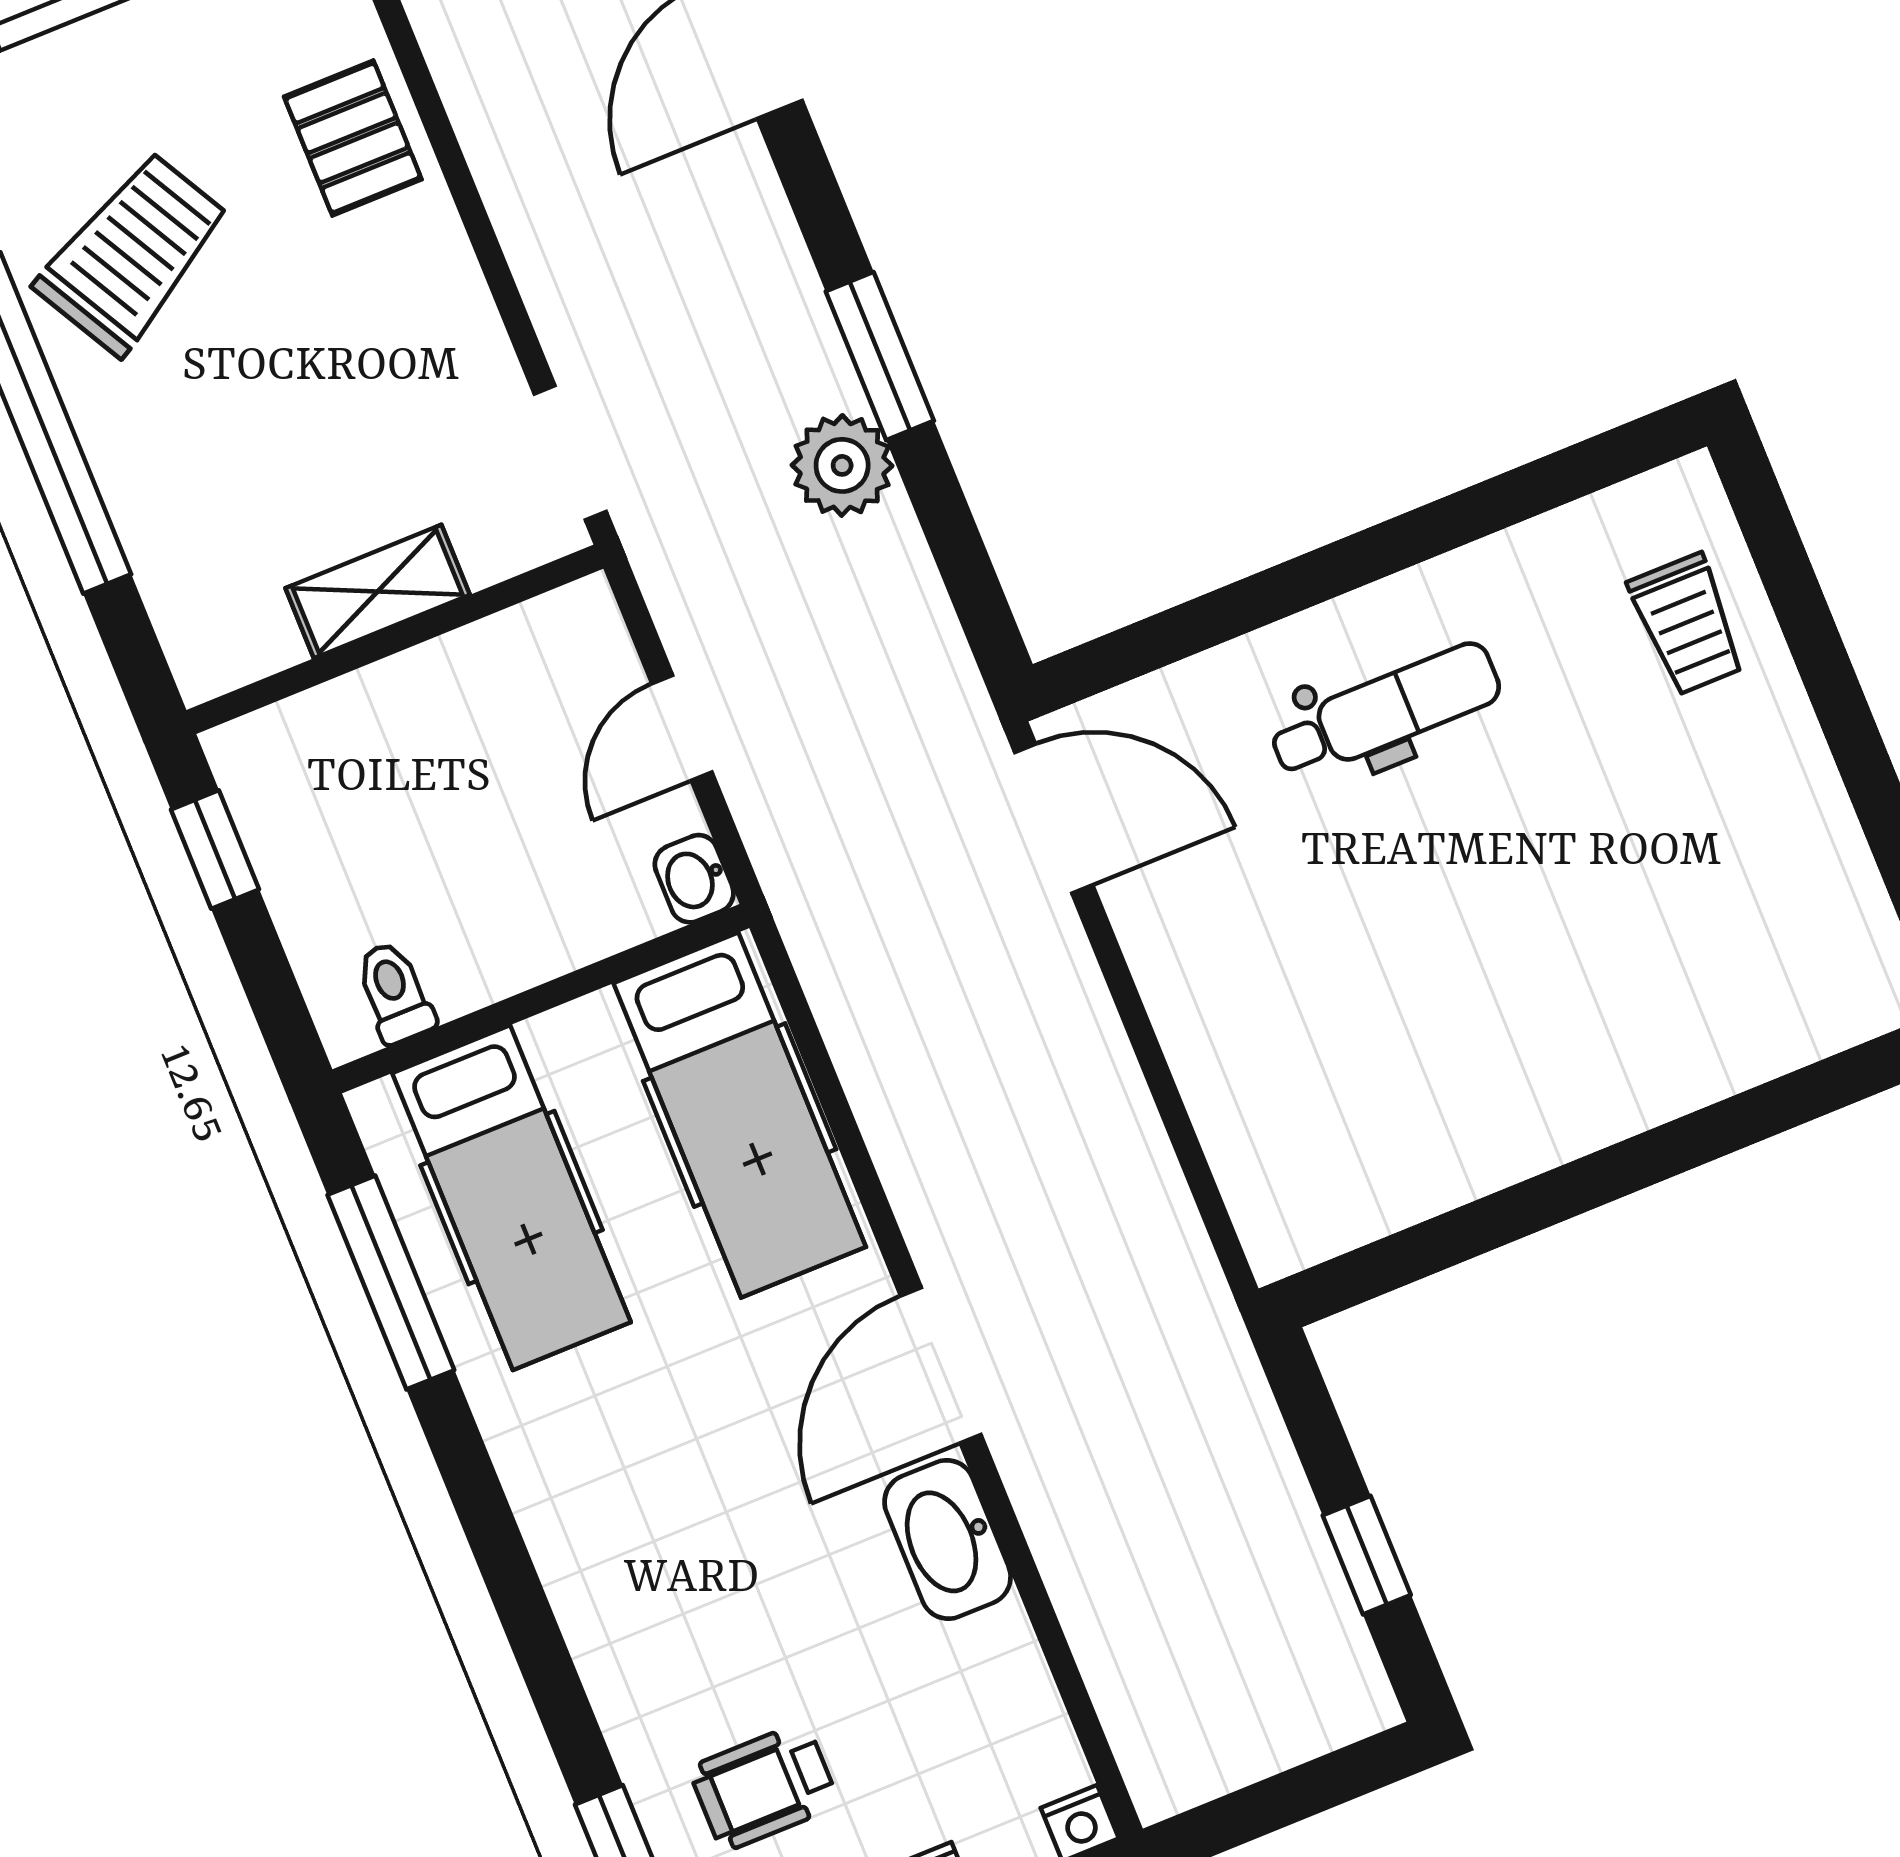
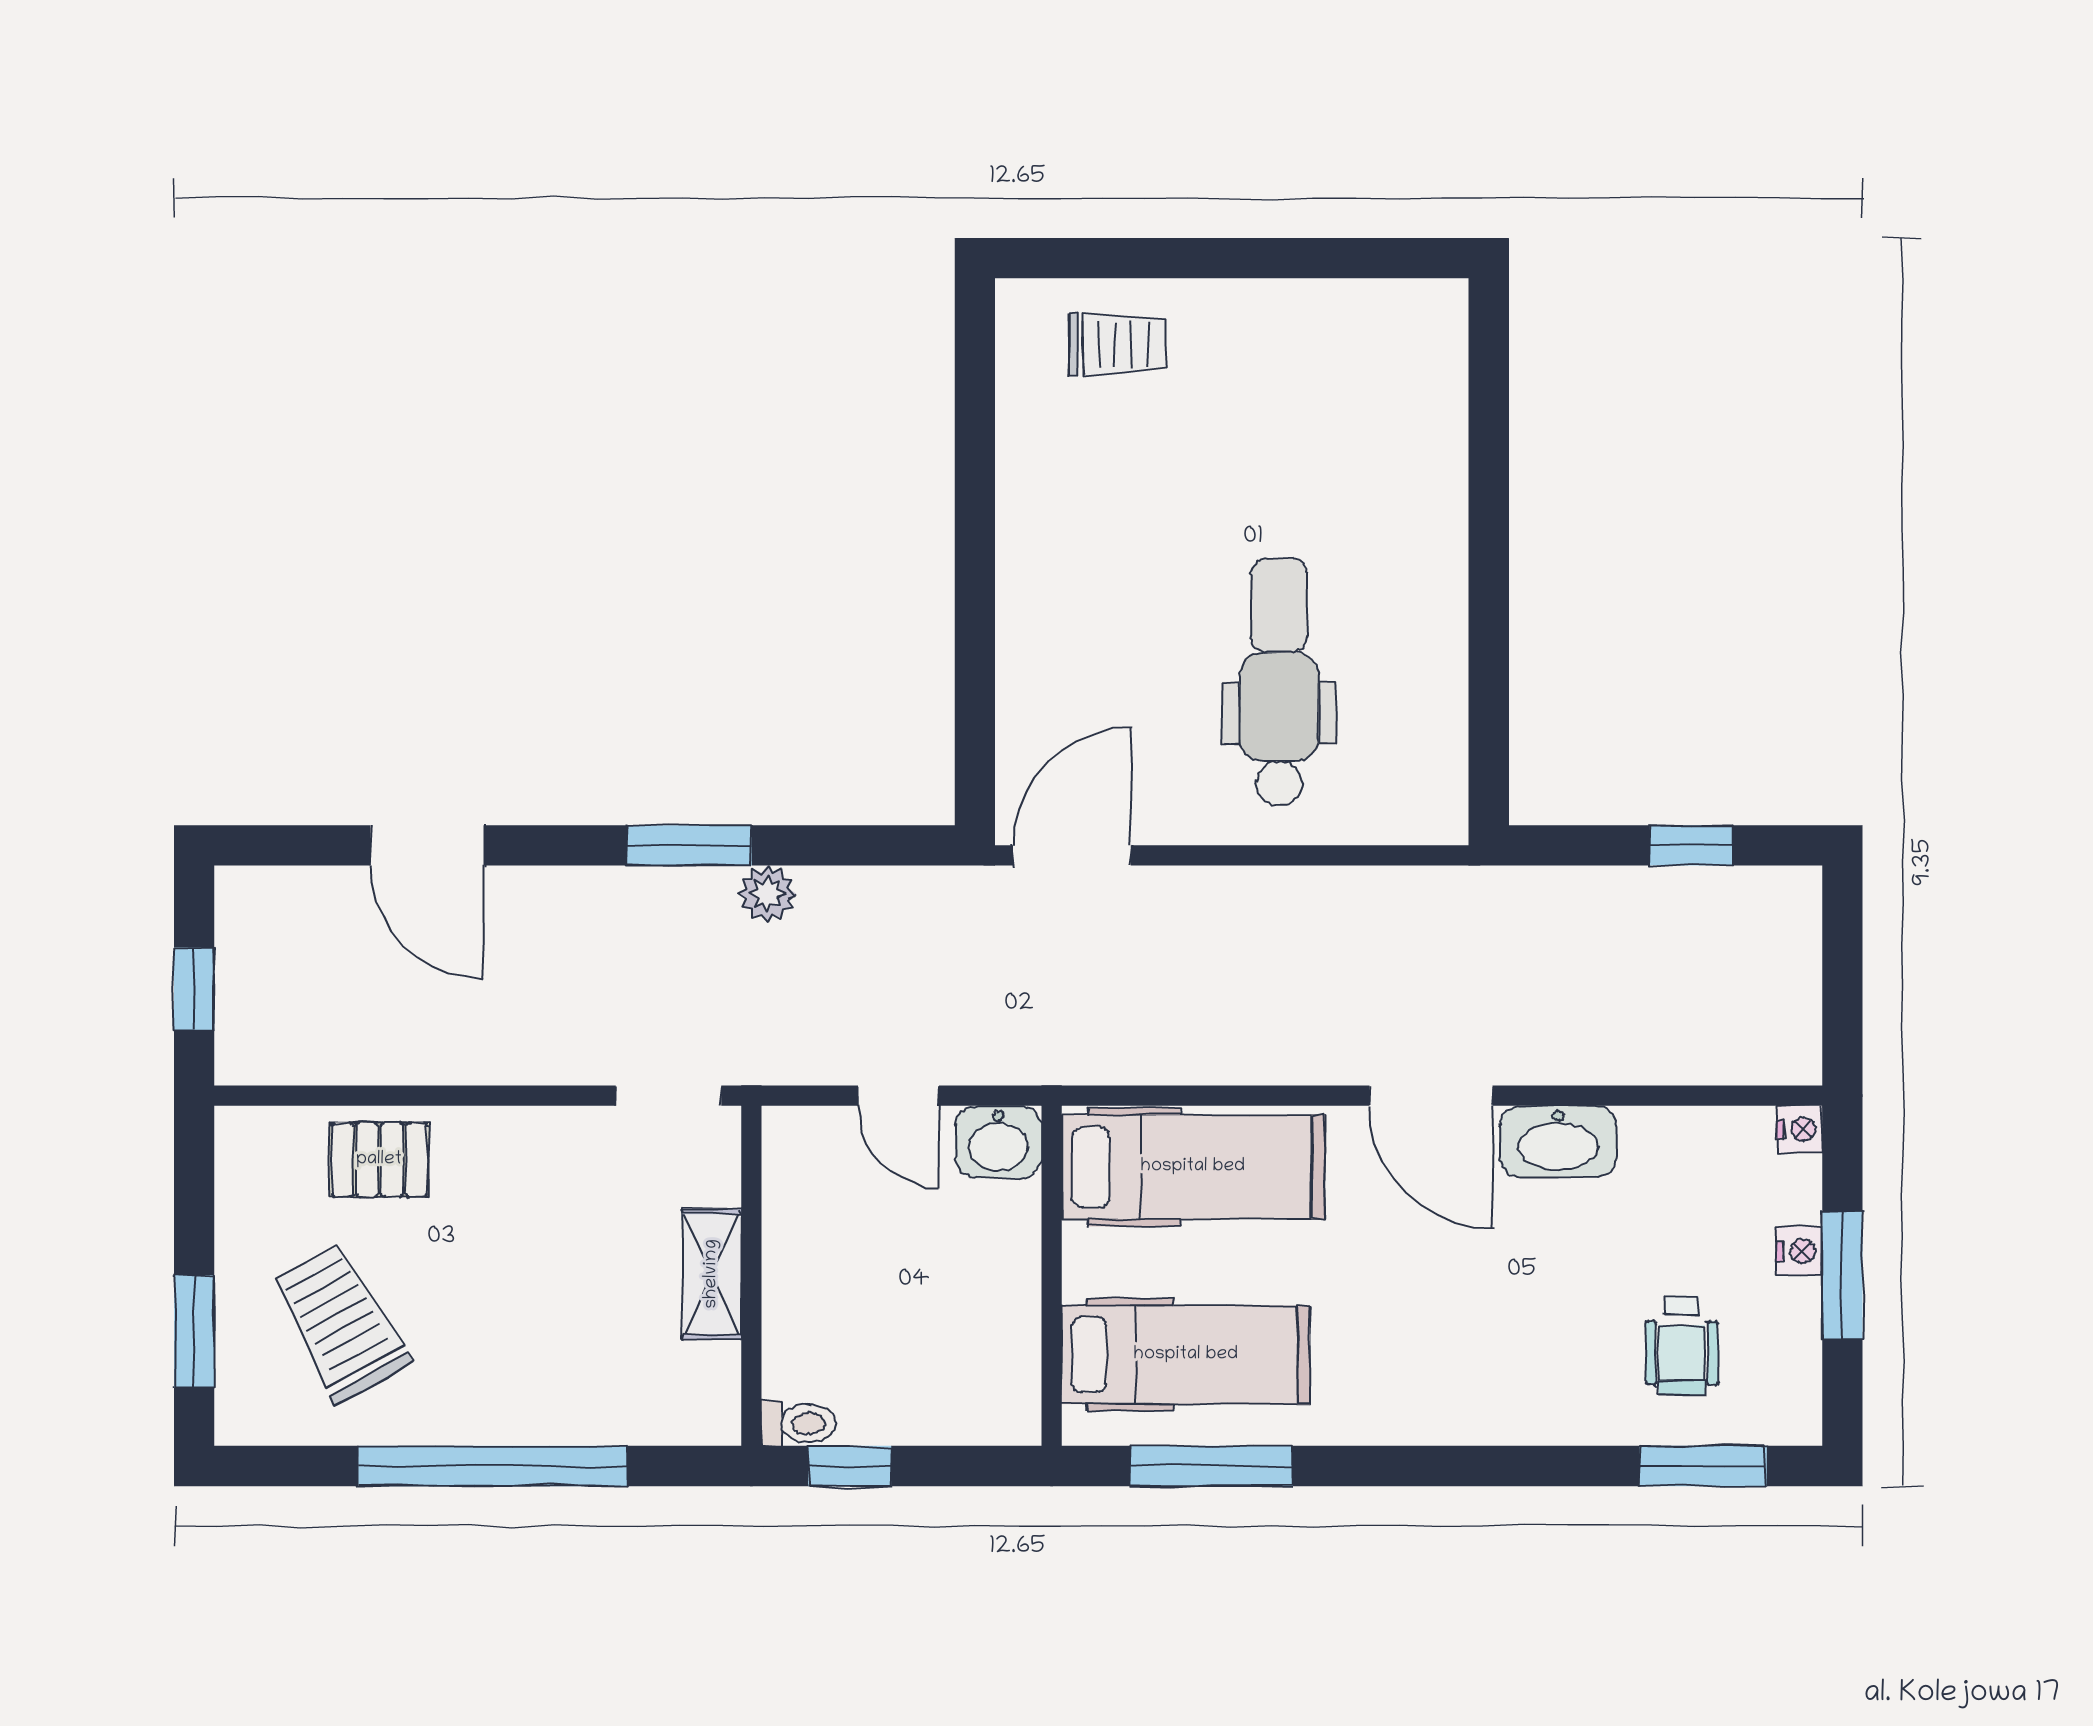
trolley: (133, 253) -> (341, 1323), moved
plant: (842, 465) -> (767, 894), width x0.73, depth x0.73
dental chair: (1385, 711) -> (1279, 682), moved, width x1.36, depth x1.38
washbasin: (694, 879) -> (998, 1142), width x1.38, depth x1.45
toilet: (395, 992) -> (798, 1423), moved, turned 180

